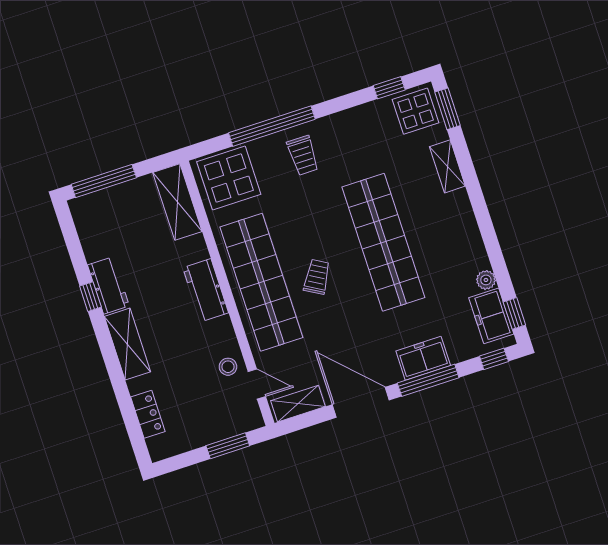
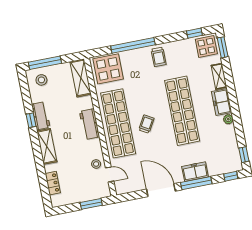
trolley: (303, 155) -> (159, 57), moved
stool: (101, 215) -> (41, 80), added
plant: (486, 280) -> (228, 119), moved
freezer: (491, 316) -> (222, 102), moved
shelving: (298, 404) -> (129, 187), removed

